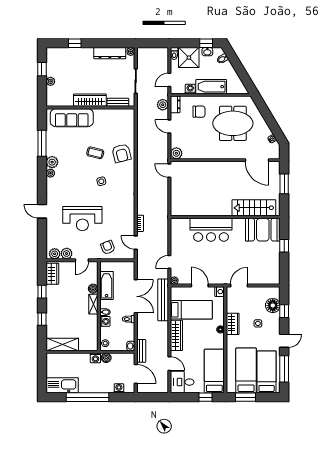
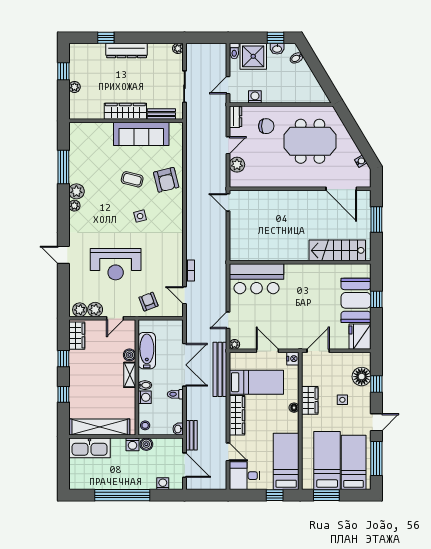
dresser: (110, 53) -> (127, 51), moved
bathtub: (211, 87) -> (282, 94), removed
plant: (163, 105) -> (219, 117), removed
sofa: (72, 118) -> (141, 134), moved
door: (169, 126) -> (228, 145), swing flipped
plant: (176, 153) -> (237, 165), moved
bar counter: (211, 230) -> (257, 279), moved
booth: (263, 230) -> (356, 300), moved, turned 90
fridge: (272, 275) -> (360, 337), added
shelving: (63, 344) -> (100, 427), width x1.47
kitchen sink: (62, 385) -> (90, 448), moved, turned 180

